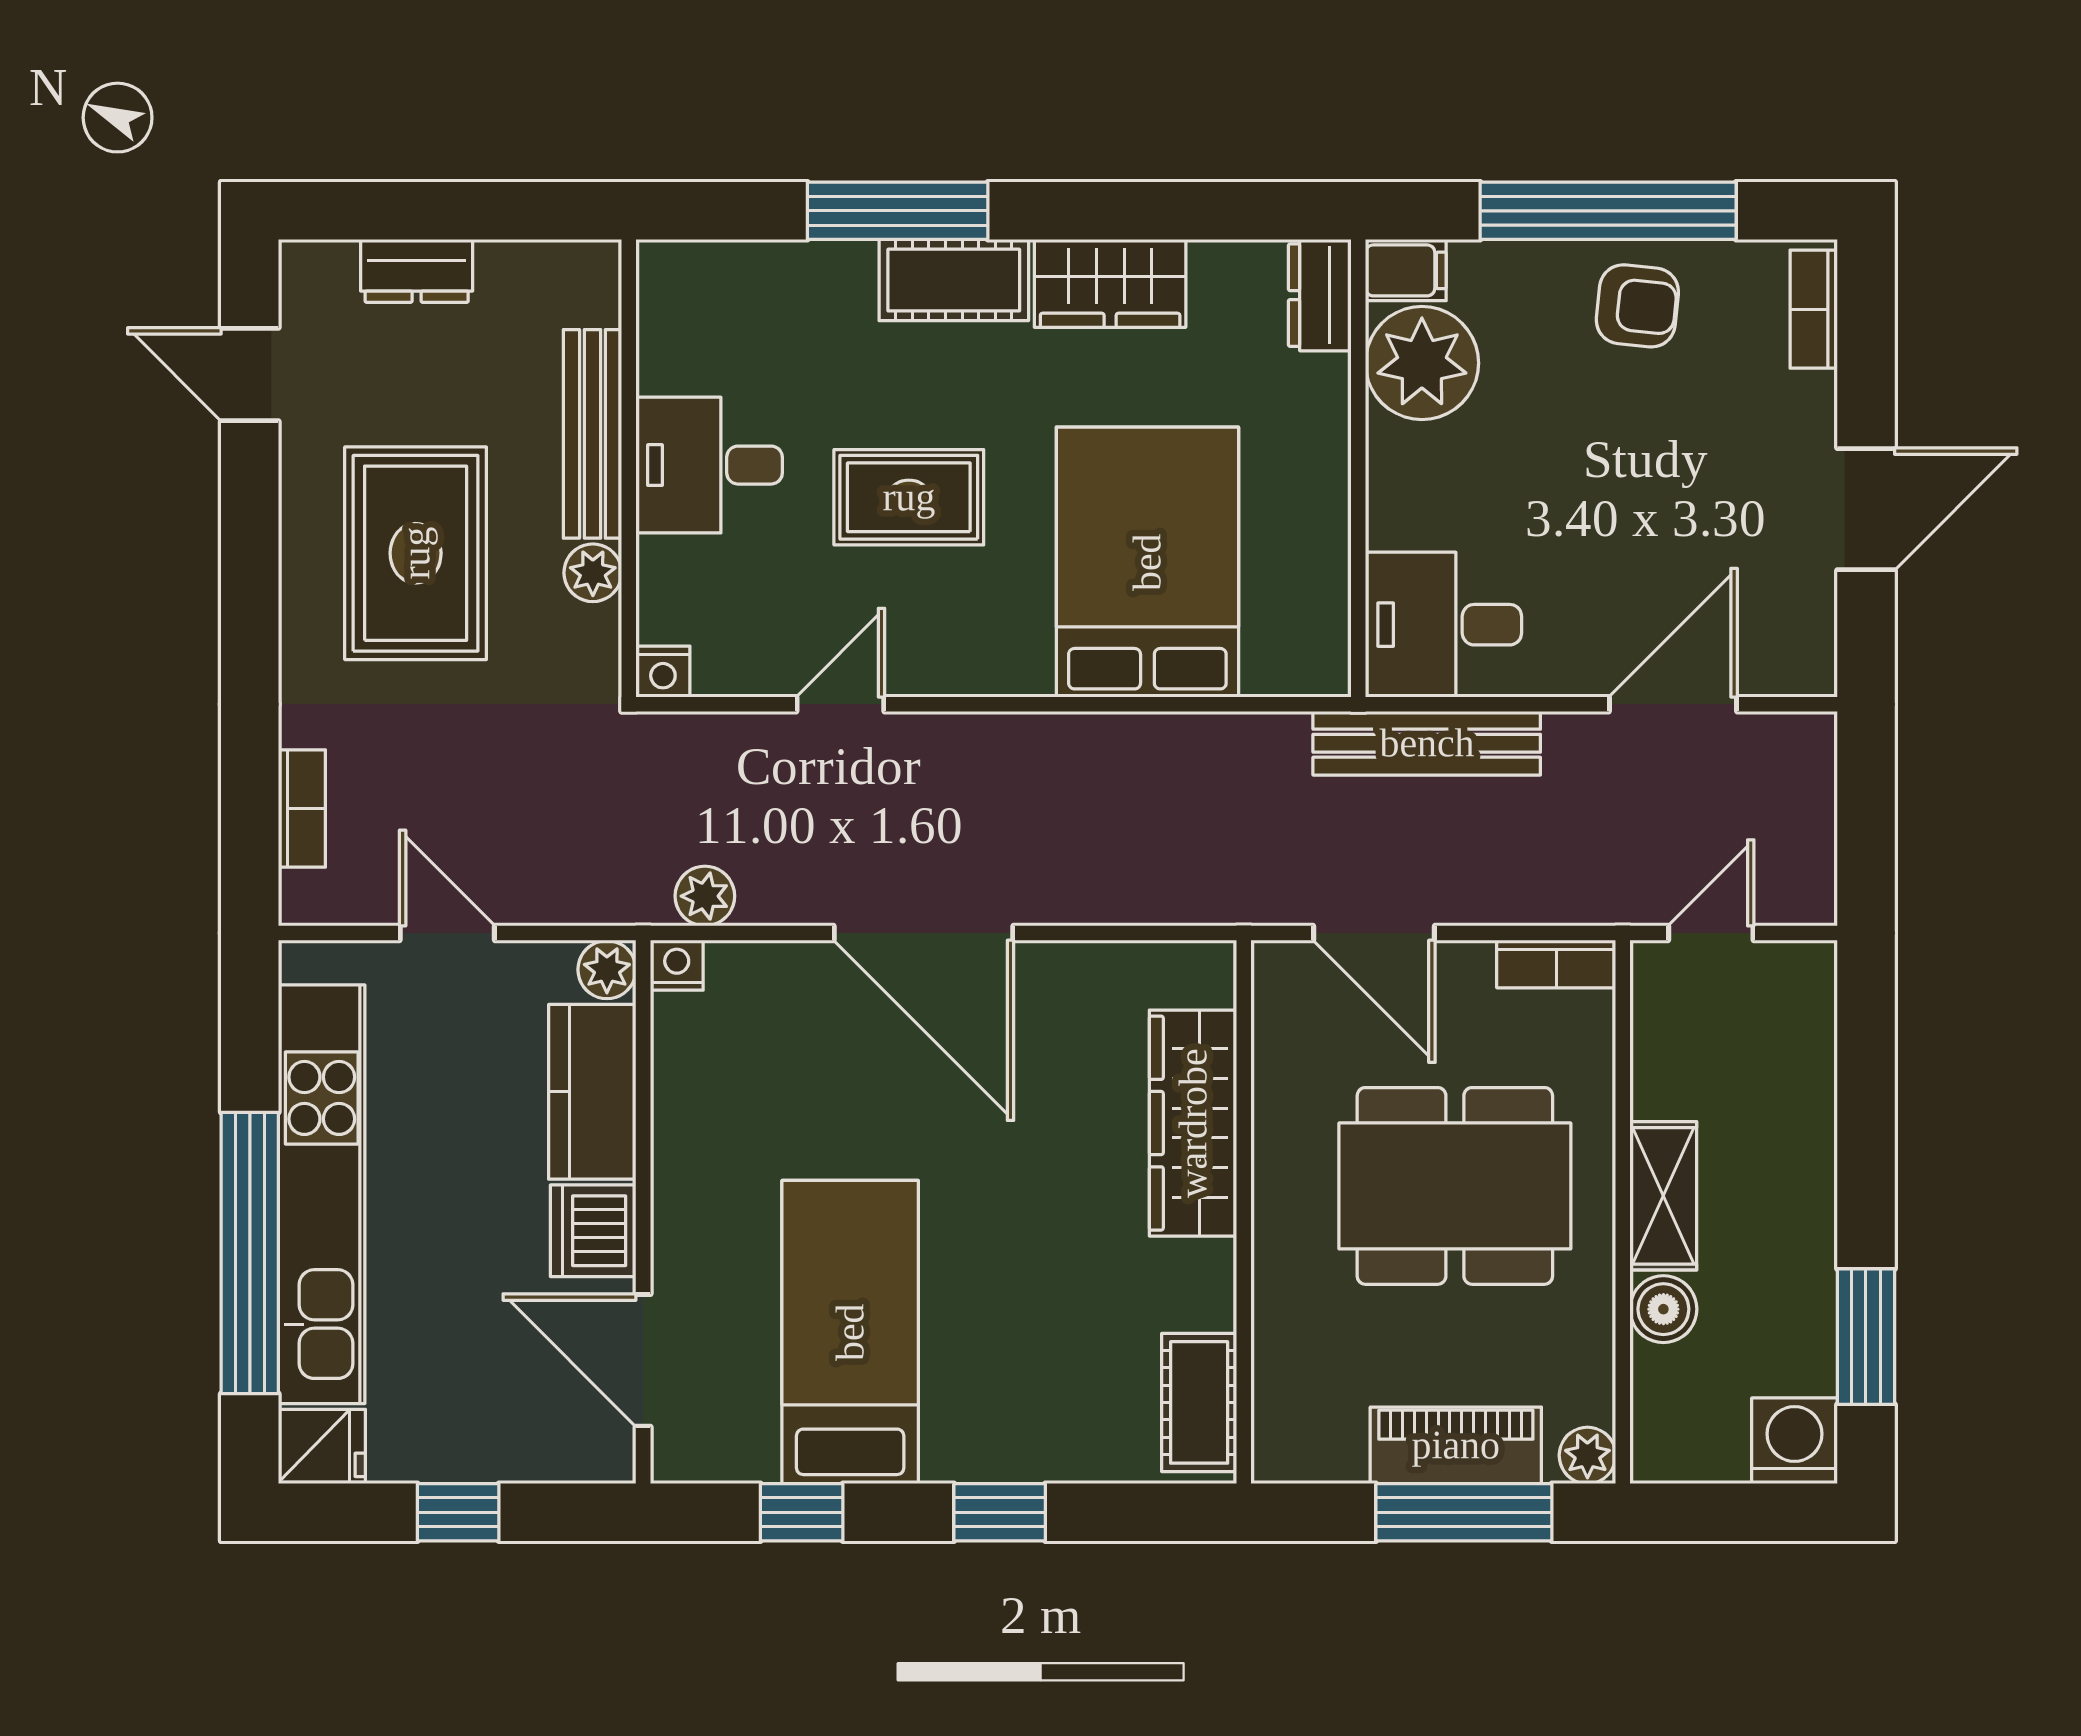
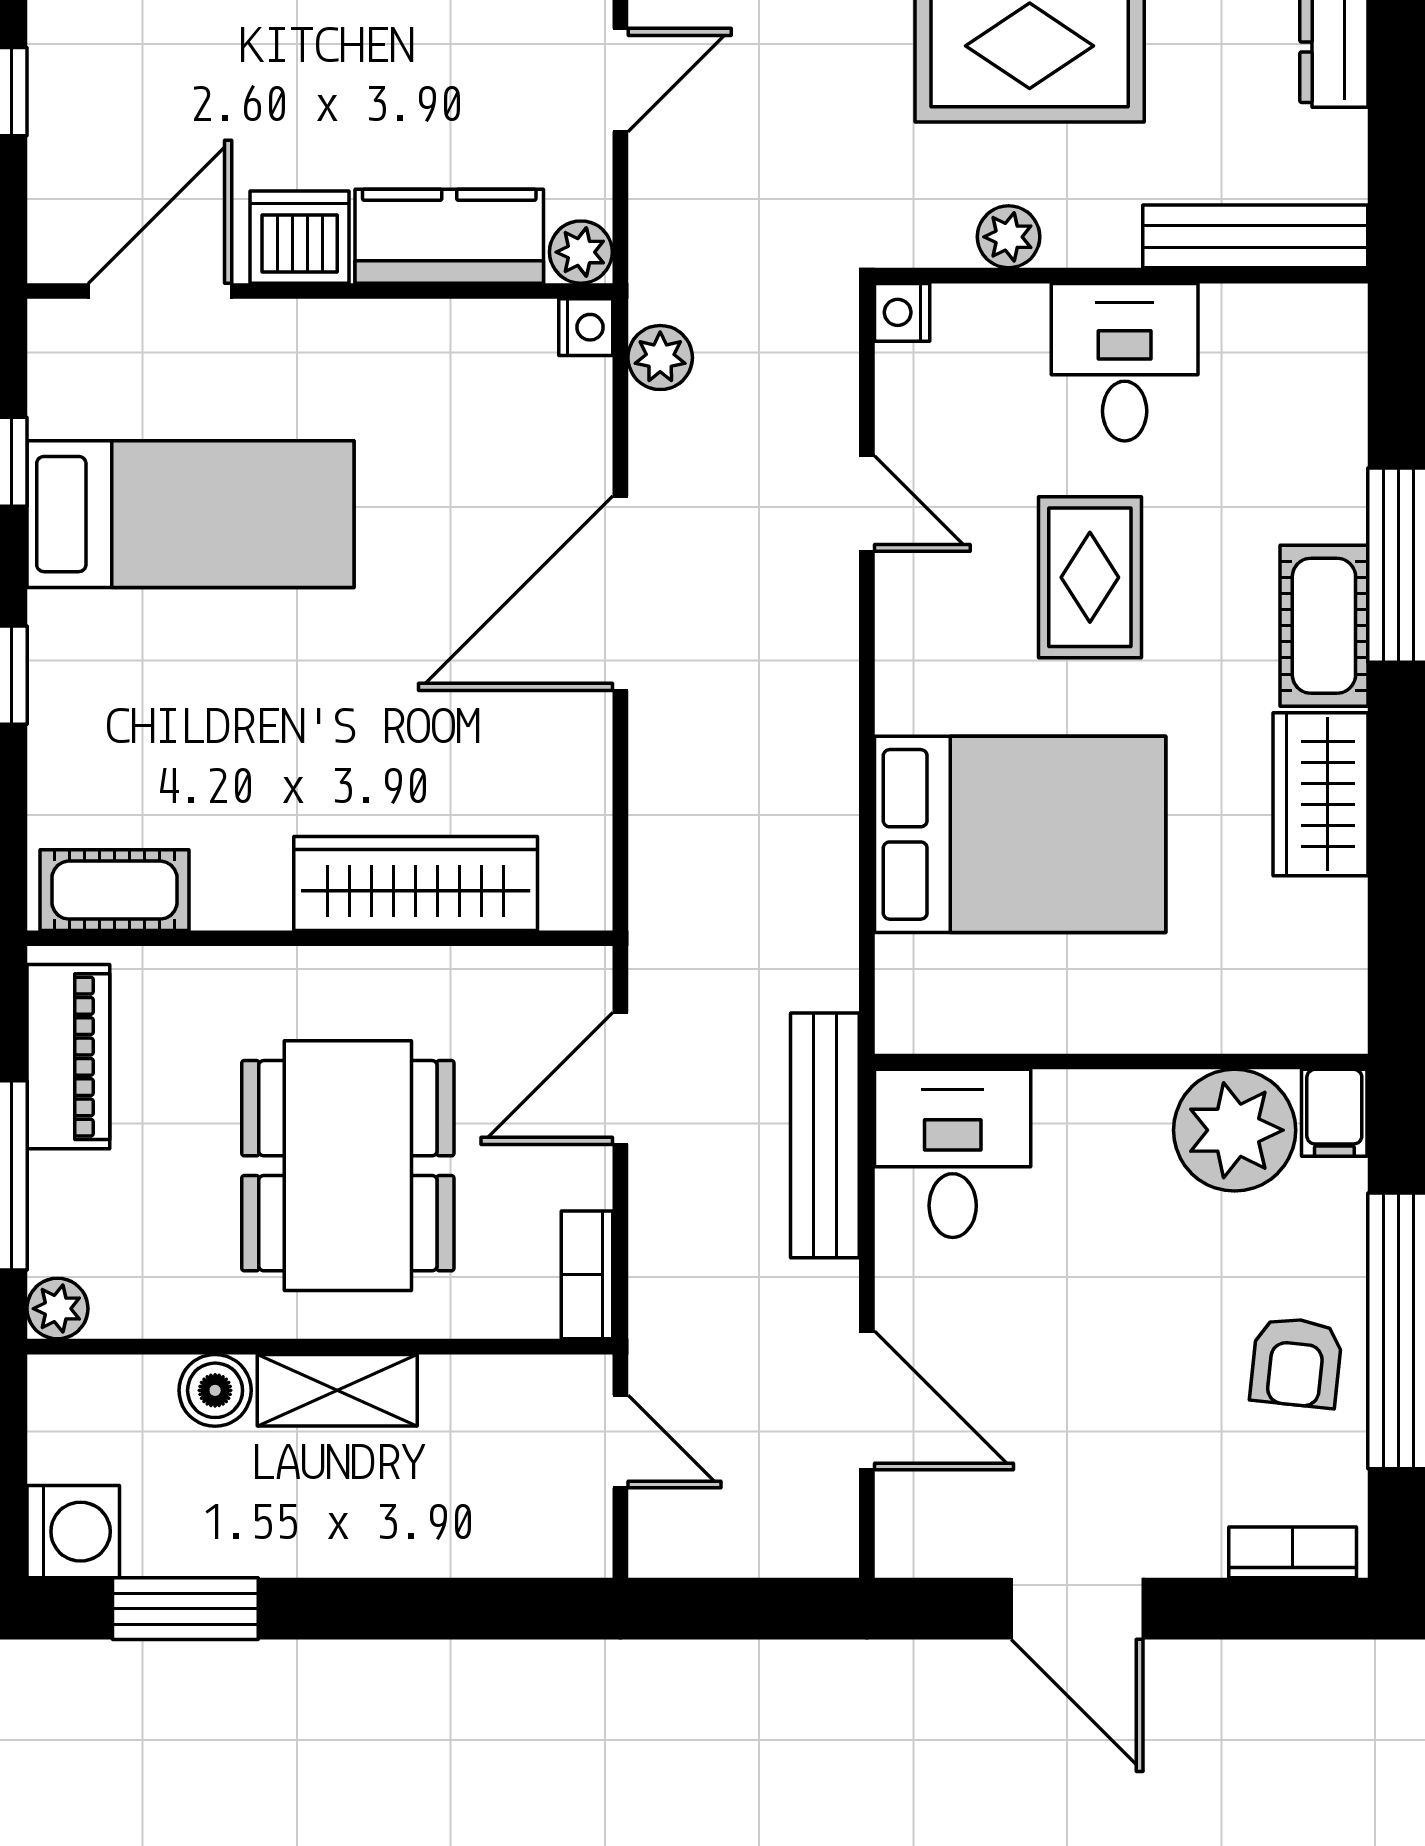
dresser: (1320, 295) -> (1308, 1020), removed
bench: (592, 434) -> (1255, 236), moved
piano: (1456, 1445) -> (68, 1057), moved

